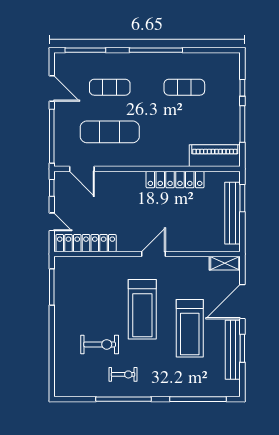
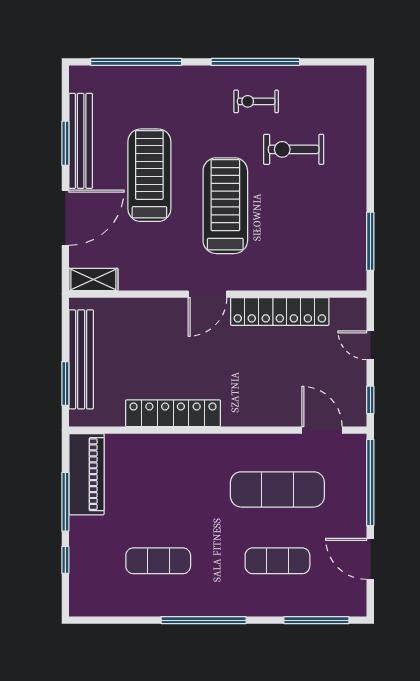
piano: (215, 156) -> (86, 474), moved, turned -90
locker: (86, 243) -> (280, 311), moved

